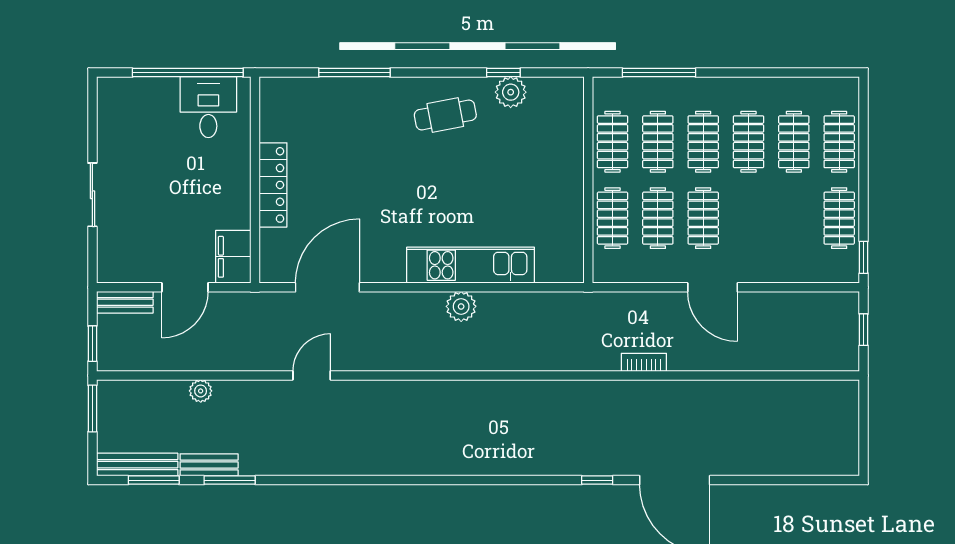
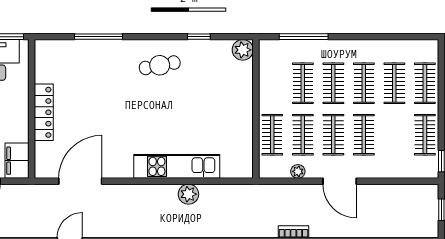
plant: (511, 92) -> (243, 50), moved
clothes rail: (613, 142) -> (364, 135), moved
plant: (651, 273) -> (298, 171), added
plant: (461, 306) -> (188, 194), moved

